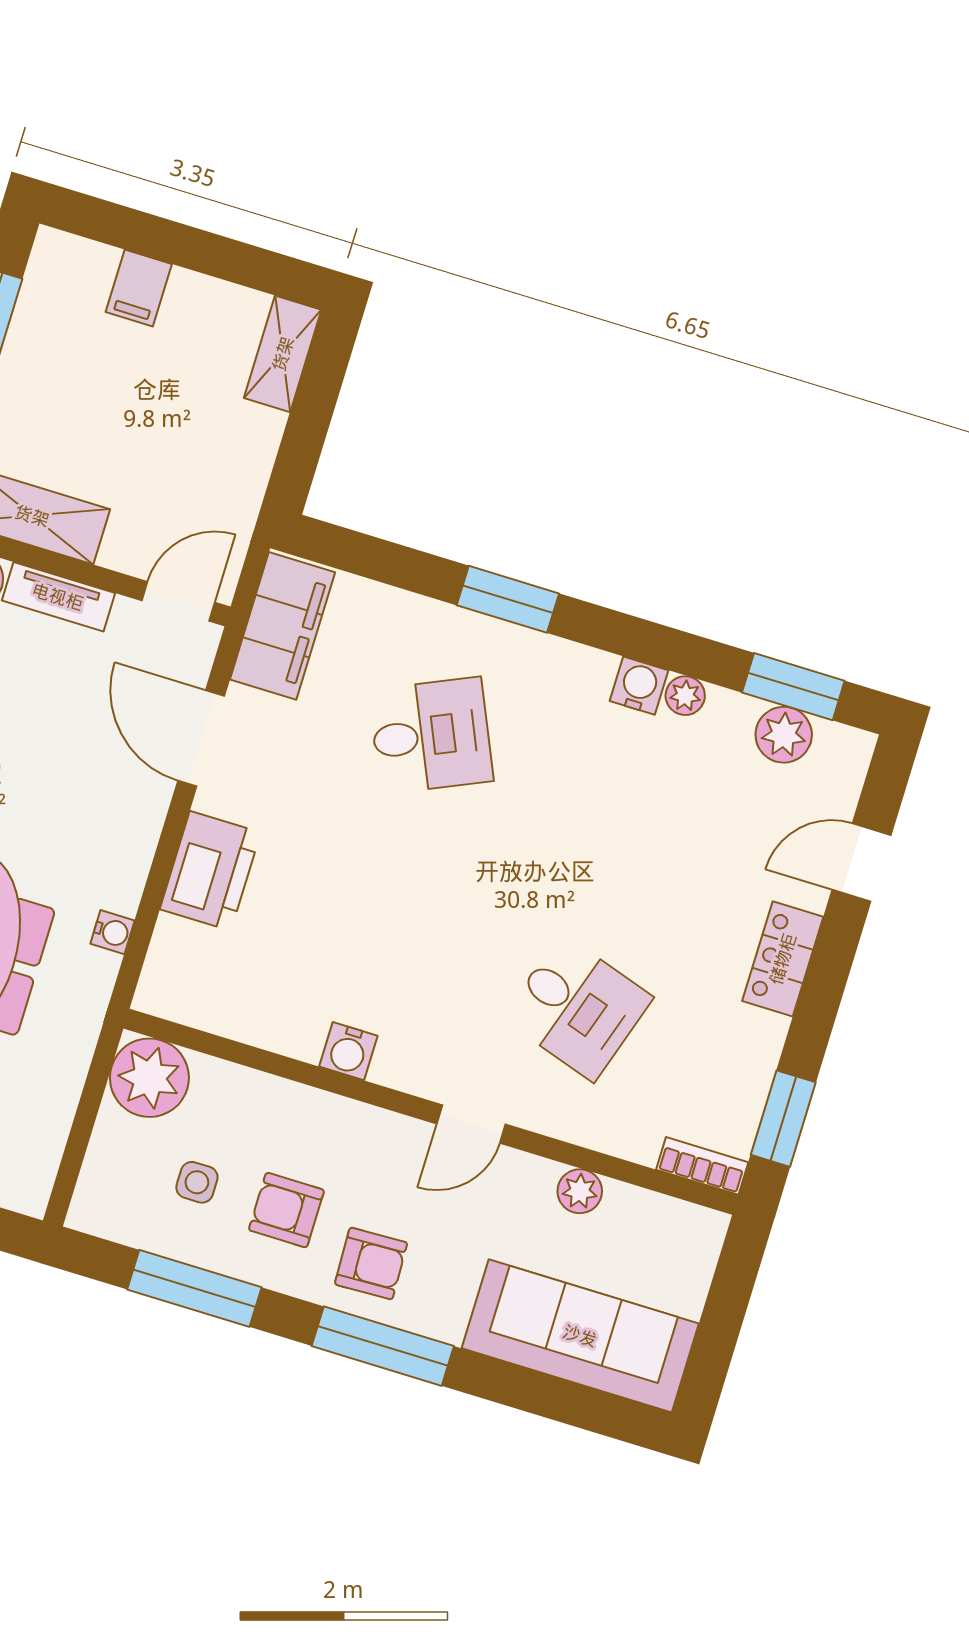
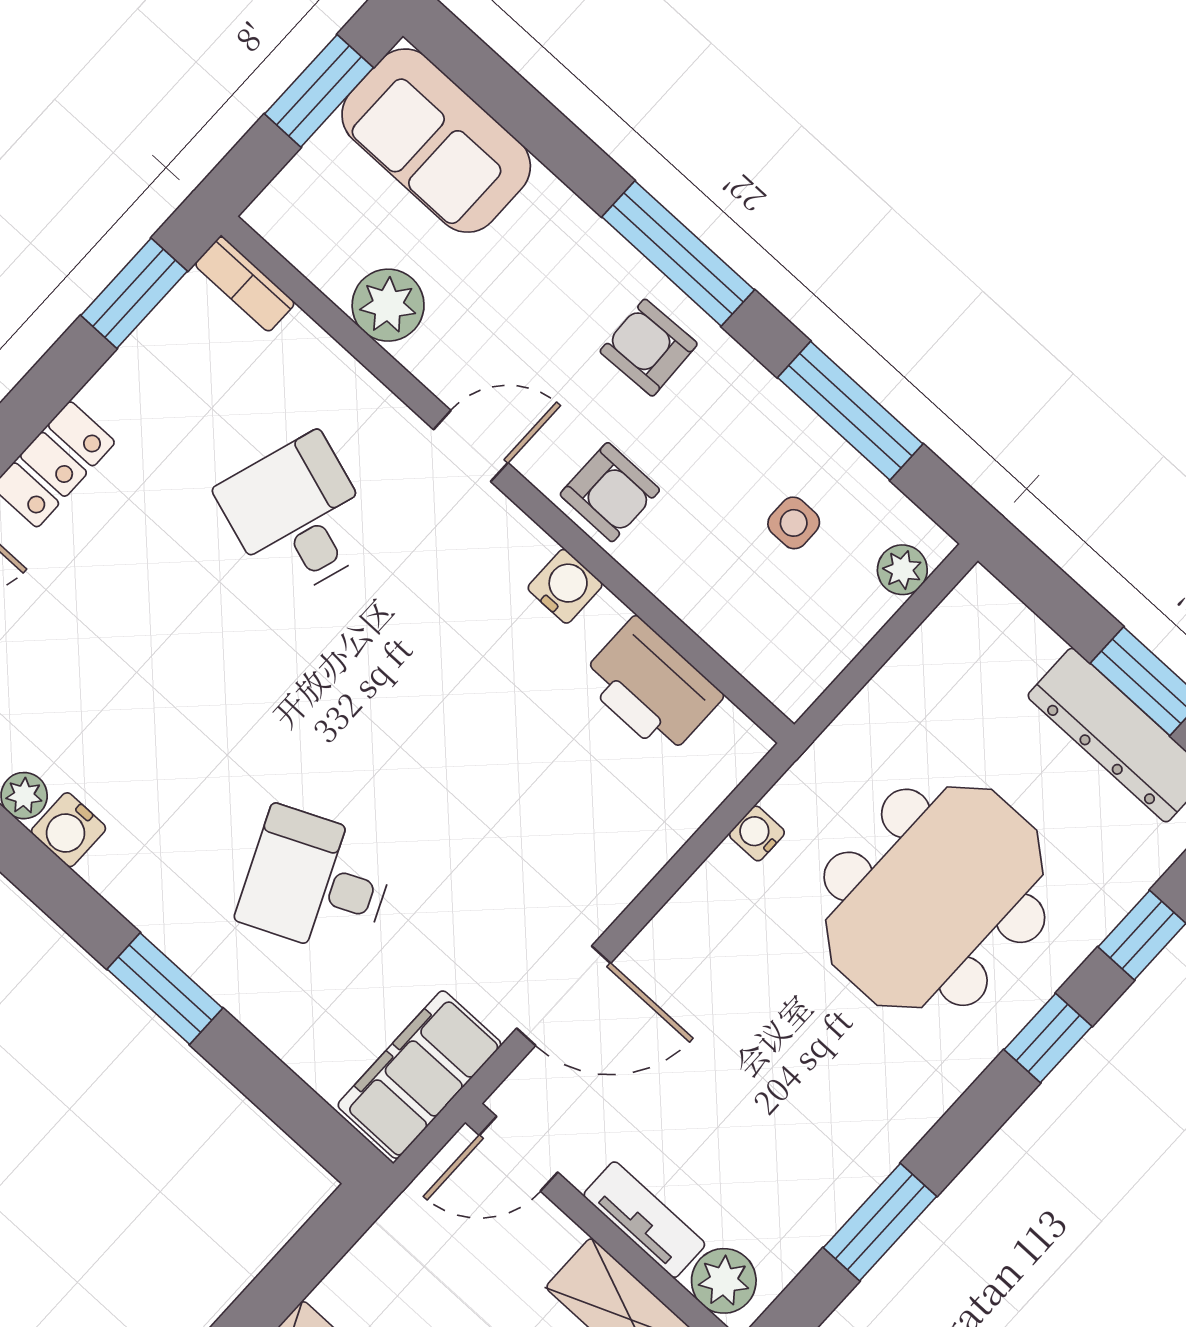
door: (201, 738) -> (564, 996), hinge flipped
printer: (210, 871) -> (651, 687), moved, turned -90
plant: (149, 1078) -> (902, 570), moved, width x0.53, depth x0.53
plant: (580, 1191) -> (388, 305), width x1.38, depth x1.38
armchair: (286, 1210) -> (610, 492), moved
sofa: (580, 1336) -> (436, 141), width x0.73
window: (716, 1340) -> (319, 91), added

